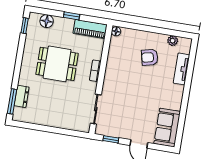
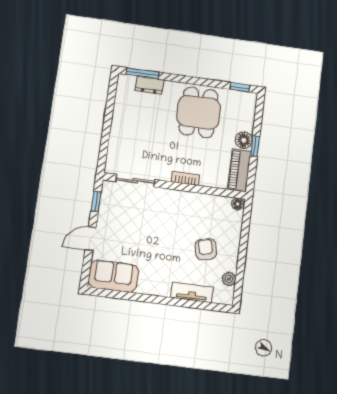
floor lamp: (47, 21) -> (244, 140), moved
dining table: (57, 64) -> (199, 112), moved

